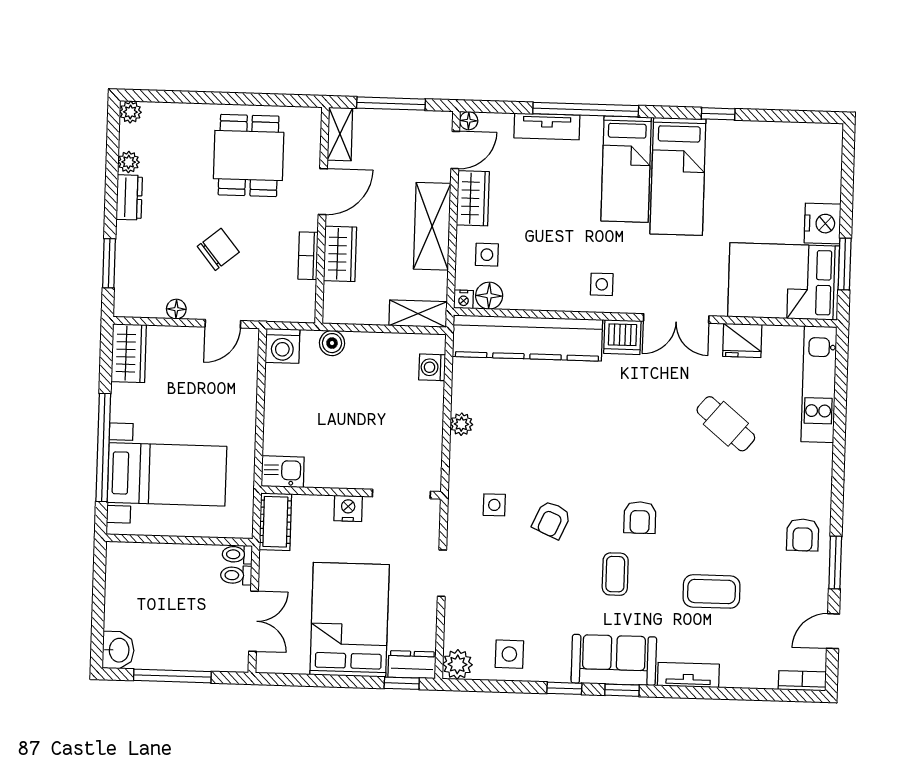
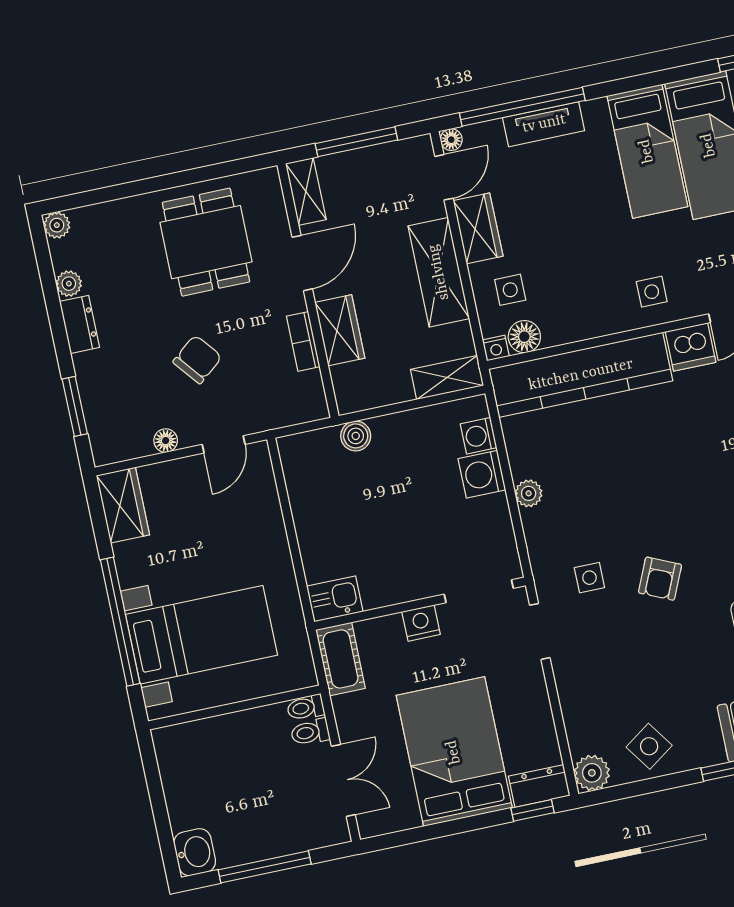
window: (586, 110) -> (522, 107), moved
washing machine: (282, 346) -> (482, 474), moved, turned 90
doorway: (442, 573) -> (540, 631), moved
side table: (509, 654) -> (649, 746), turned -35

